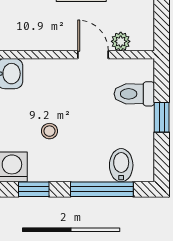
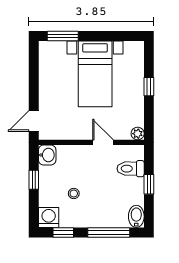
plant: (121, 41) -> (138, 134), moved
bidet: (121, 165) -> (136, 216), moved

